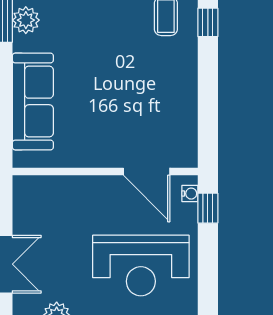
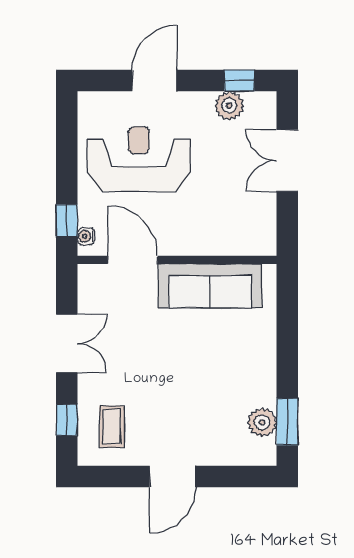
double door: (208, 94) -> (67, 343), added
sofa: (33, 101) -> (210, 286), moved, turned -90

